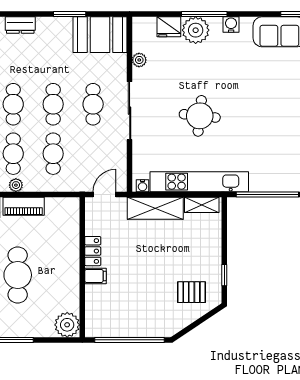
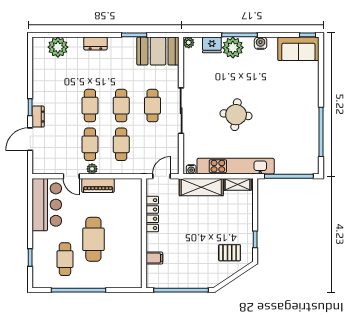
plant: (139, 60) -> (189, 43), moved
locker: (93, 251) -> (152, 214), width x1.53
filing cabinet: (95, 276) -> (154, 258), moved
plant: (67, 325) -> (132, 278), removed

